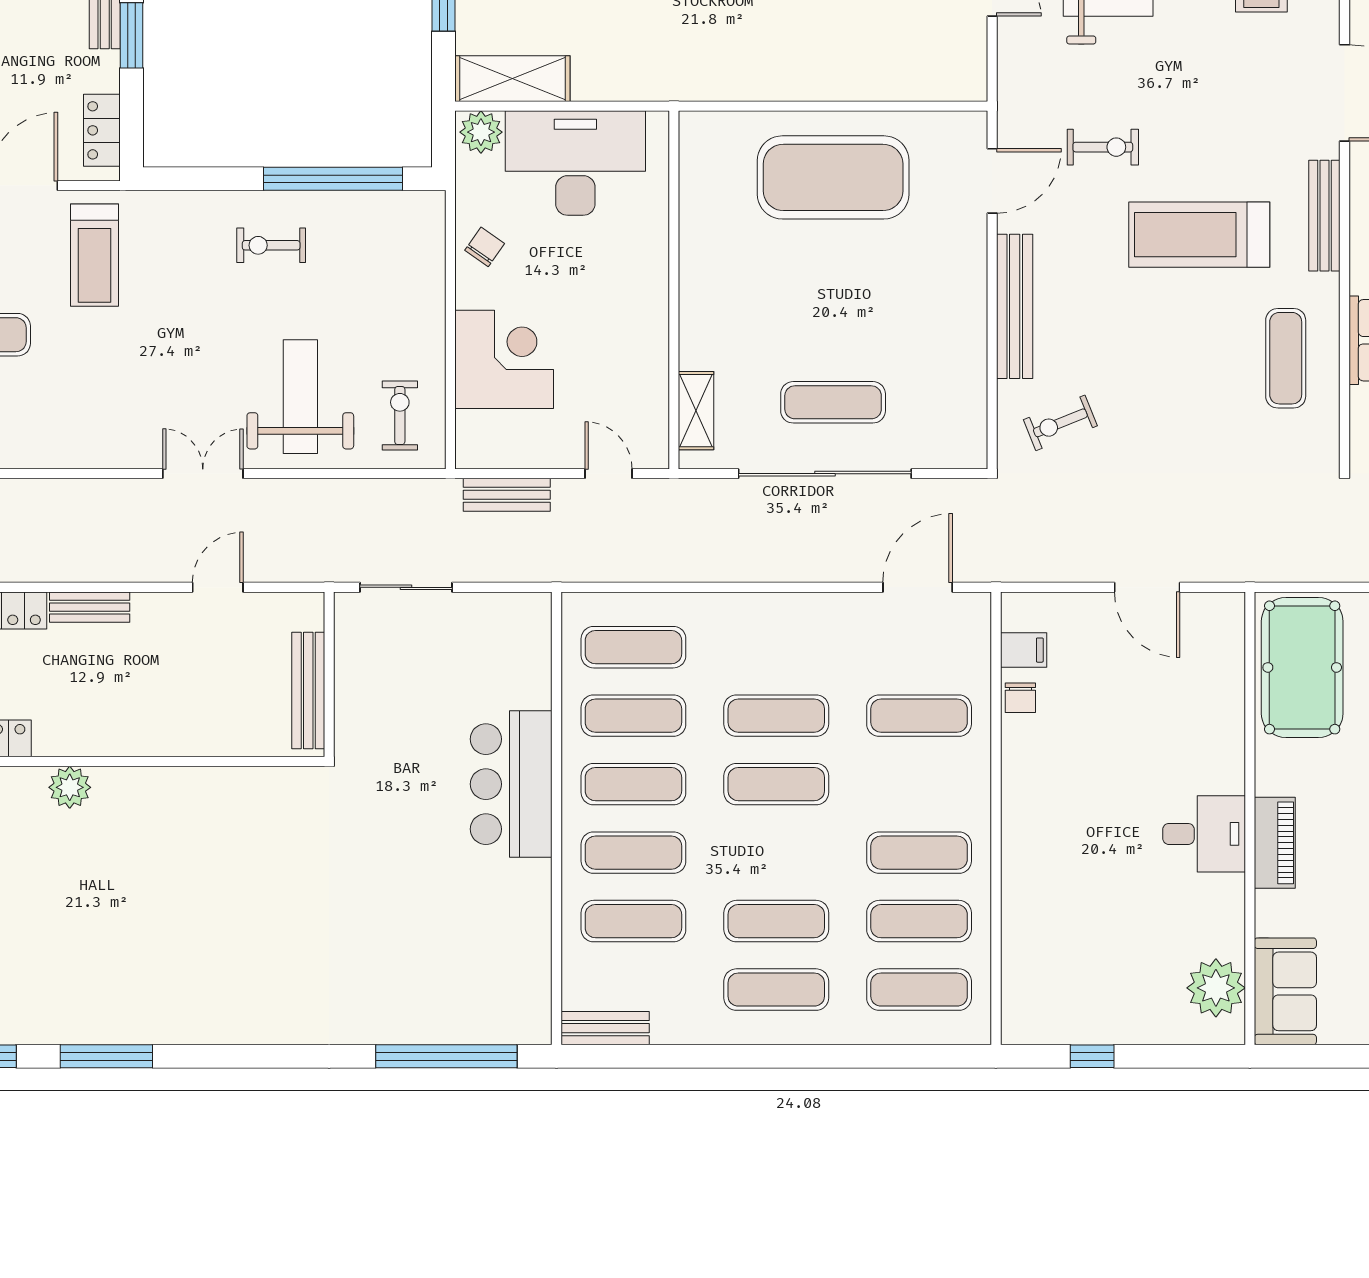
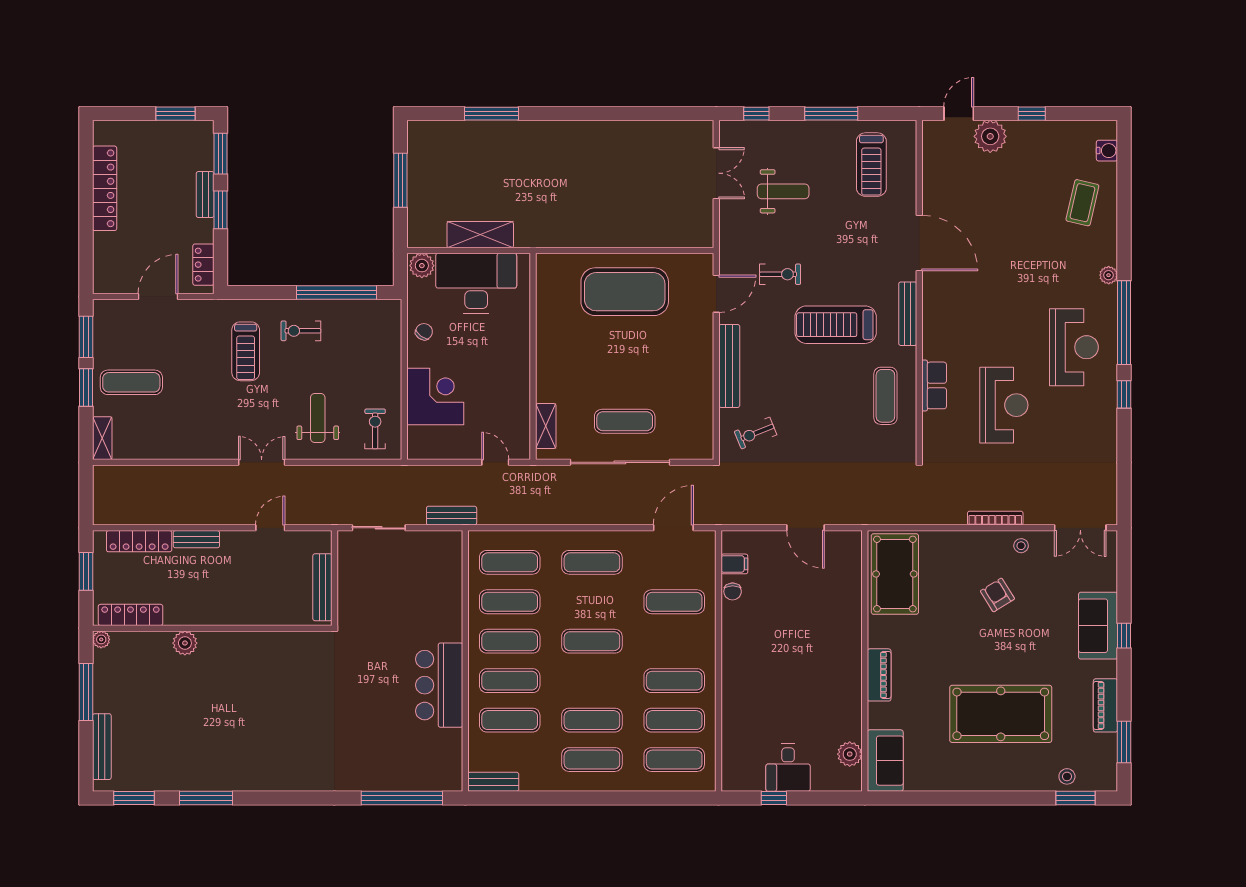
shelving: (512, 79) -> (480, 235), moved
treadmill: (95, 255) -> (246, 351), moved
weight bench: (300, 397) -> (318, 418), width x0.73, depth x0.75
bench: (507, 495) -> (452, 516), moved
exercise mat: (776, 716) -> (592, 562), moved
bar counter: (511, 784) -> (439, 685), moved
desk: (1204, 834) -> (788, 768), moved, turned 90
plant: (1216, 988) -> (850, 754), width x0.73, depth x0.73

